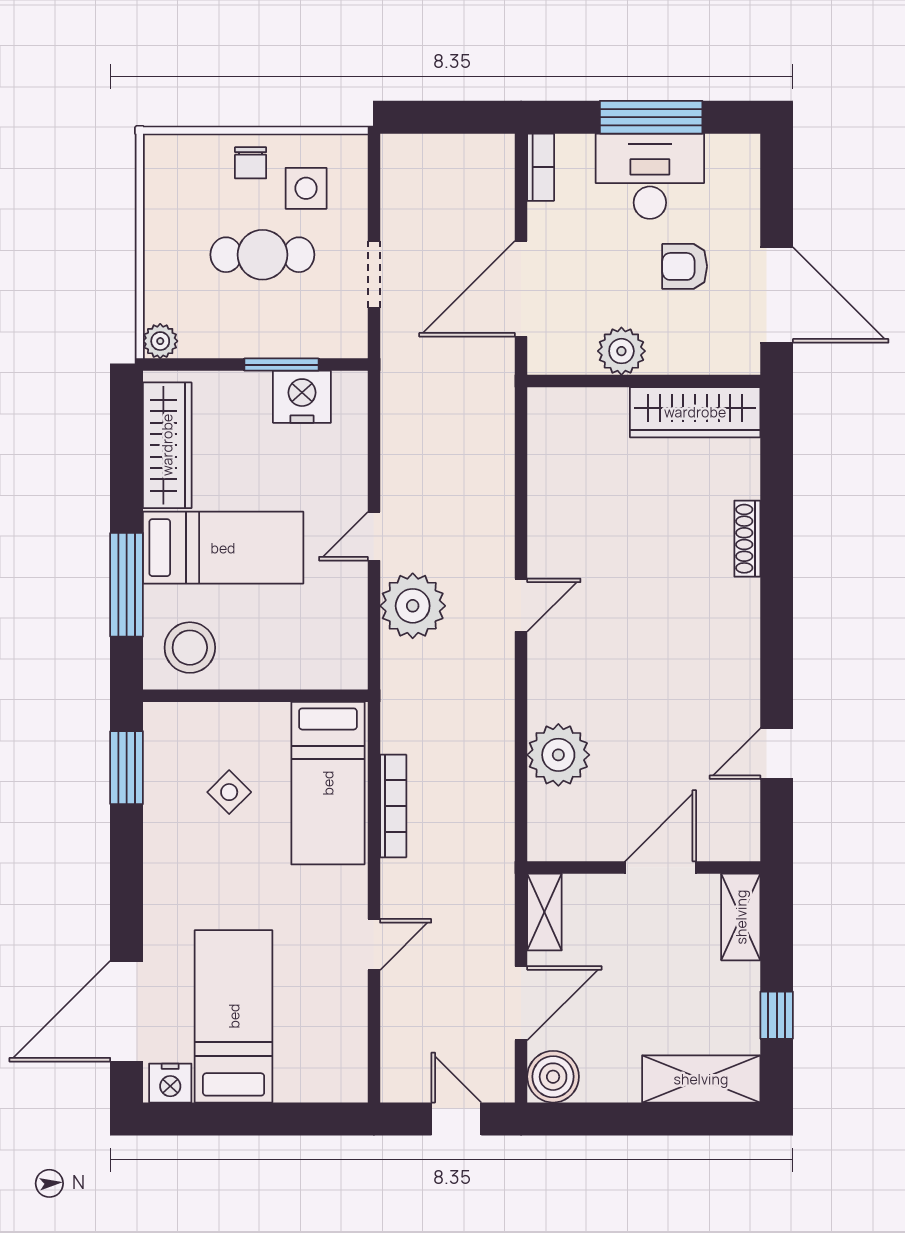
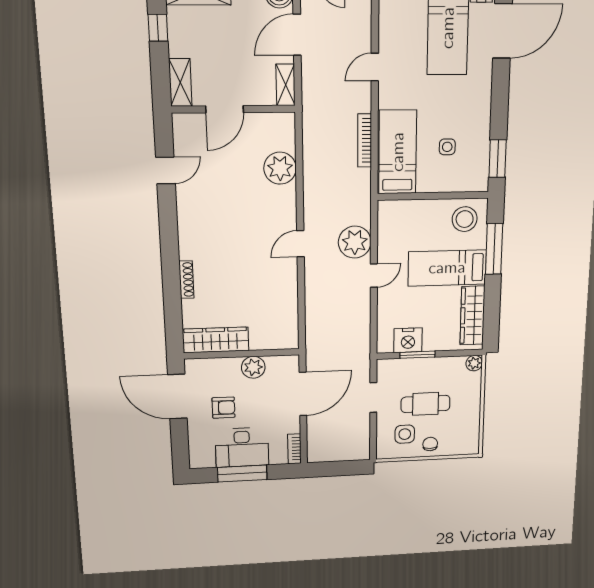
side table: (229, 792) -> (447, 147), turned 45

